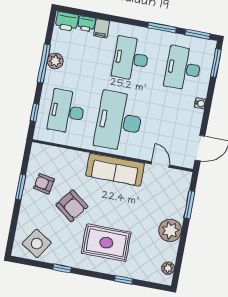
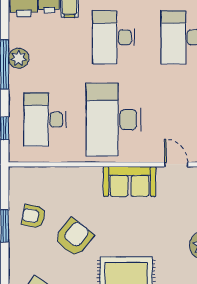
sofa: (115, 170) -> (130, 181), width x0.73
armchair: (72, 206) -> (74, 237), turned -89

